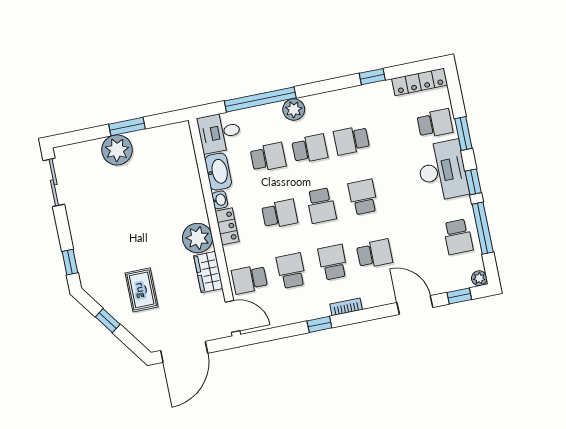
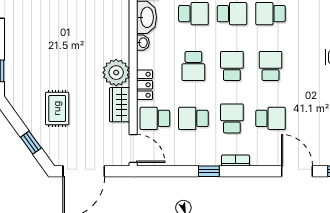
school desk: (321, 206) -> (232, 66), turned 180
school desk: (280, 214) -> (193, 66), turned 90
locker: (227, 226) -> (144, 85), moved
school desk: (291, 271) -> (193, 118), turned -90
window: (108, 321) -> (31, 143), moved

